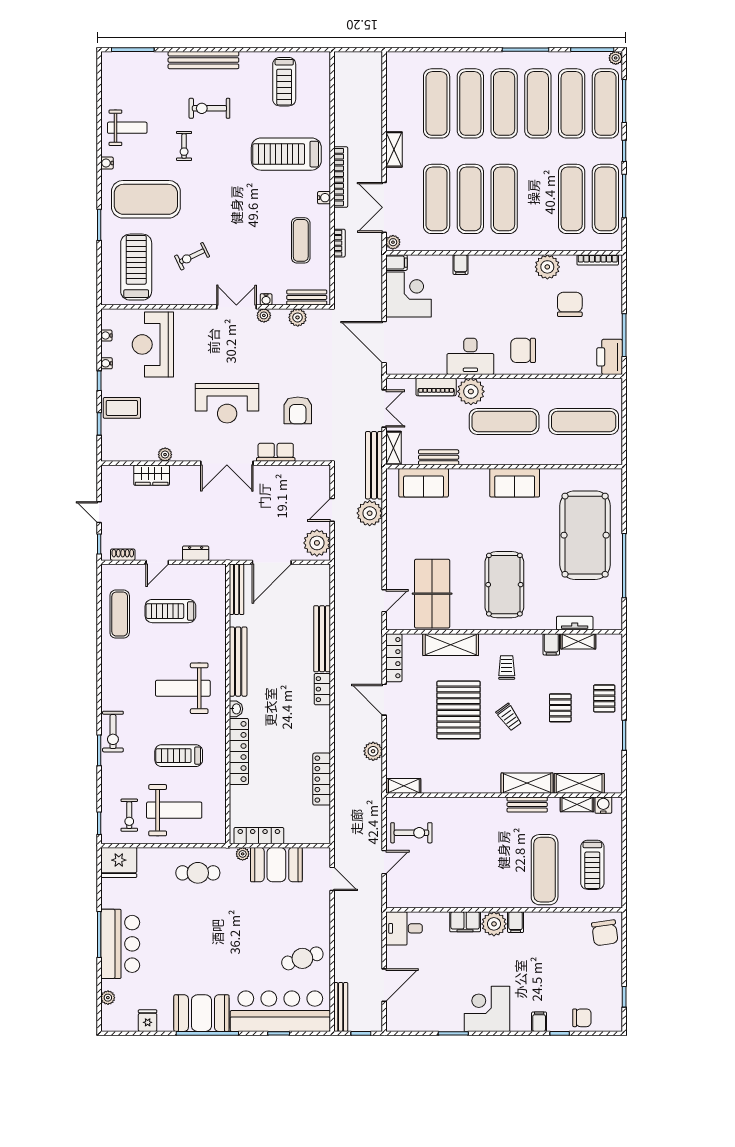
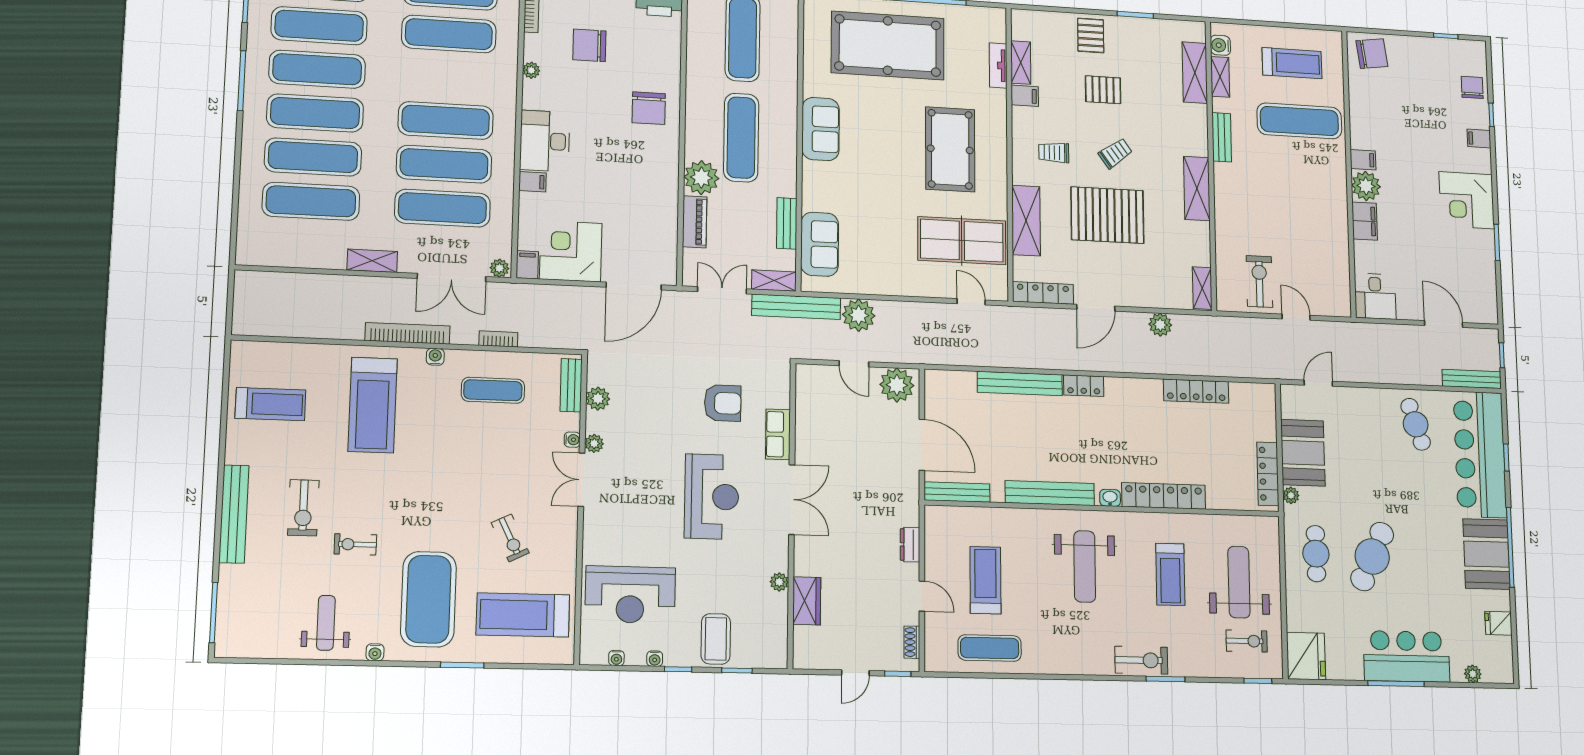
exercise bike: (184, 146) -> (355, 544), turned 180
plant: (547, 267) -> (531, 70), width x0.53, depth x0.53
desk: (470, 356) -> (545, 141), moved, turned 180
pool table: (504, 585) -> (950, 149), turned 90
treadmill: (170, 611) -> (985, 580), turned 180
pallet: (604, 698) -> (1091, 35), turned 90
shelving: (527, 783) -> (1197, 188), moved
cafe table: (197, 919) -> (1372, 556), added

